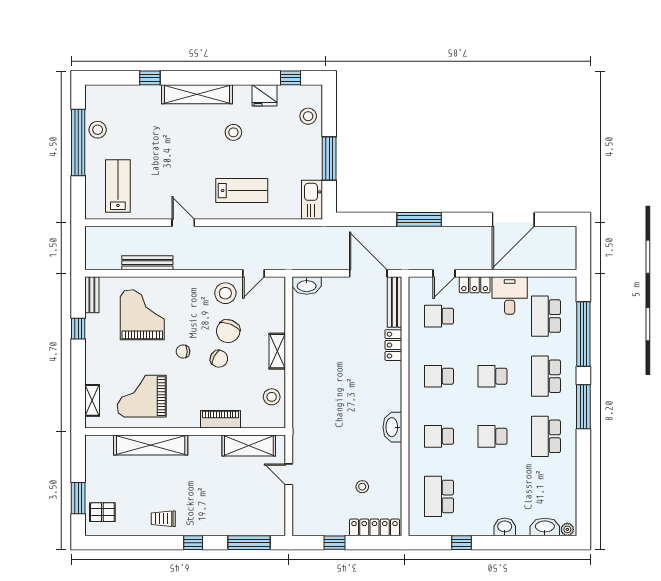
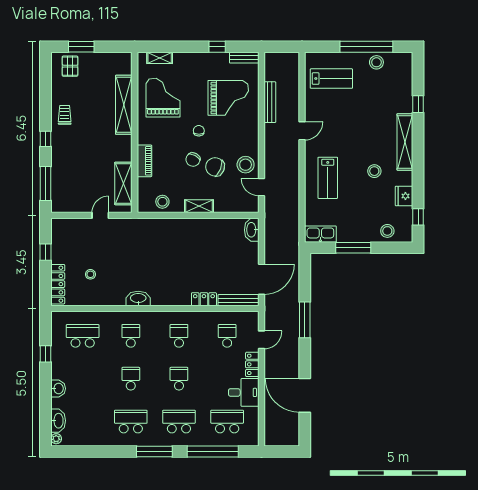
door: (444, 273) -> (261, 340), swing flipped

